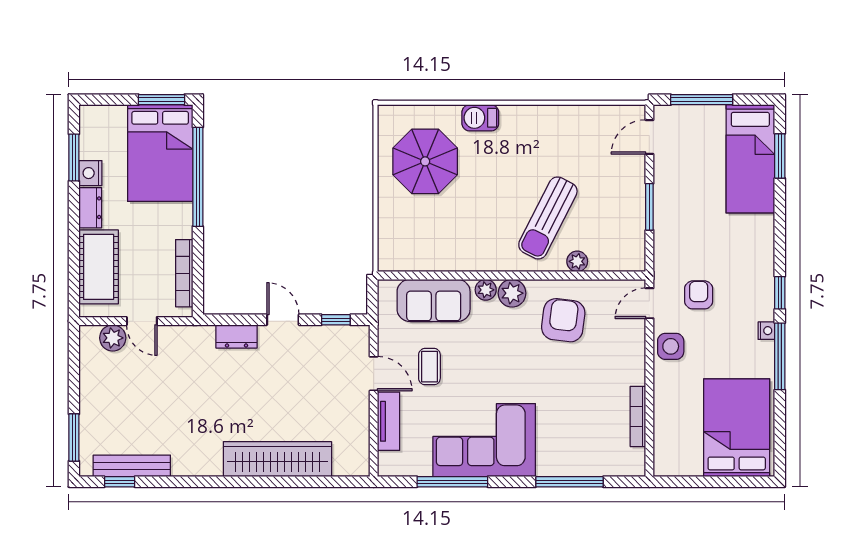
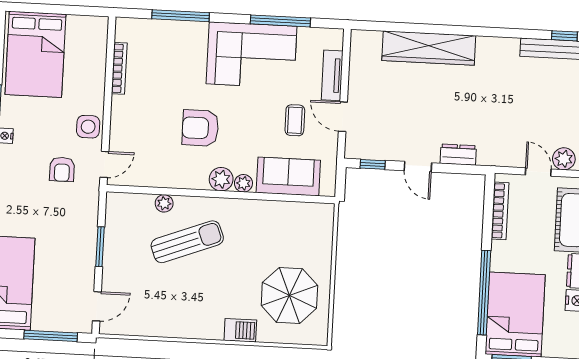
sun lounger: (548, 218) -> (187, 242), turned 42
armchair: (563, 320) -> (200, 128), moved, turned 83

